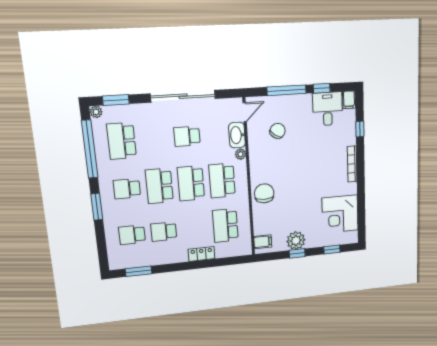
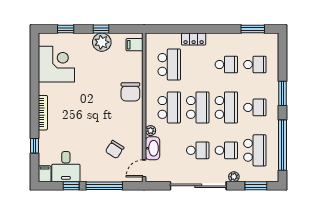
plant: (96, 112) -> (234, 177), moved
school desk: (155, 139) -> (226, 150), added

